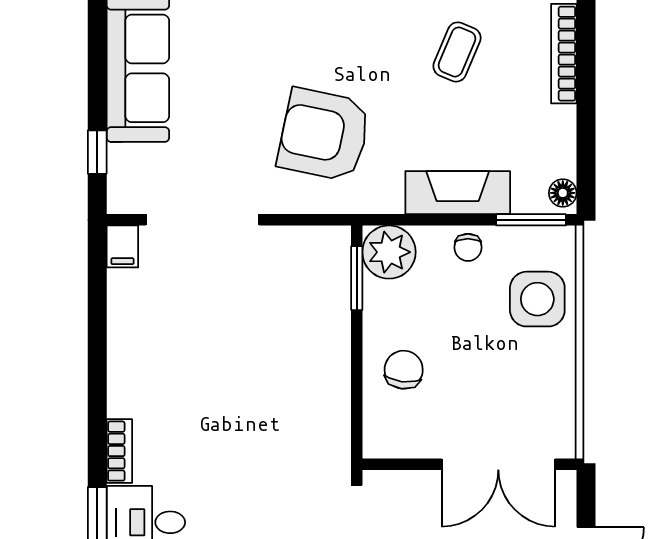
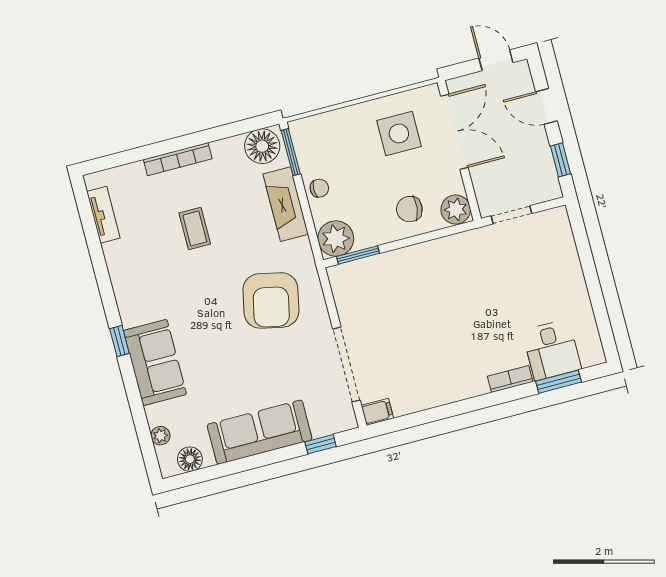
coffee table: (457, 52) -> (195, 228), turned 67
floor lamp: (563, 193) -> (262, 146), width x1.89, depth x1.89
side table: (537, 299) -> (399, 133), moved
plant: (386, 437) -> (456, 209), added

